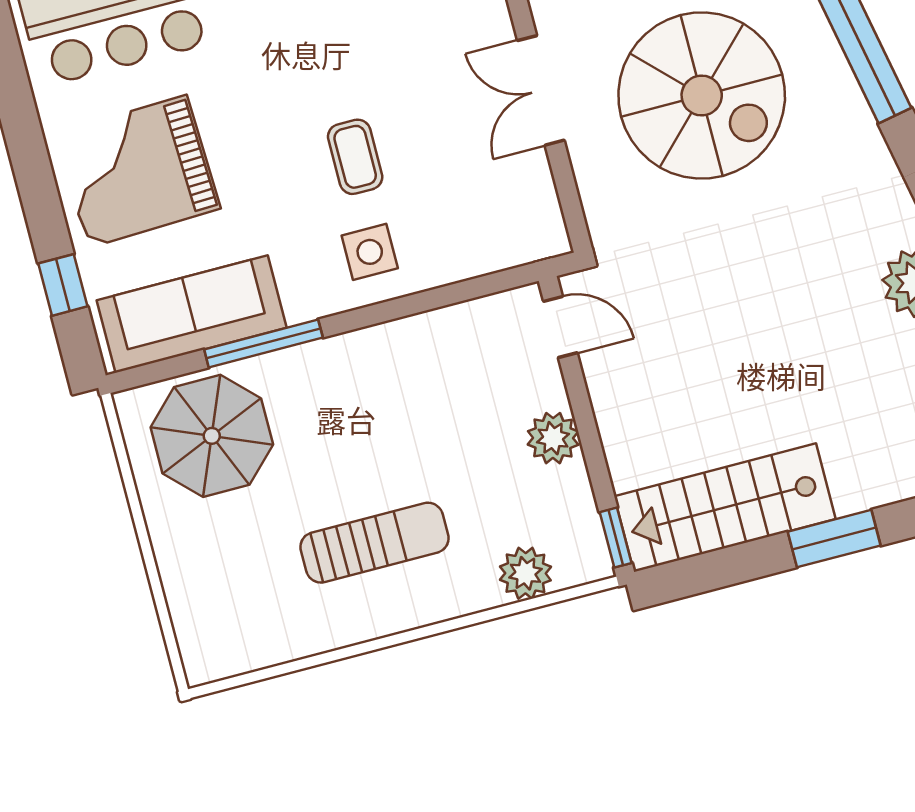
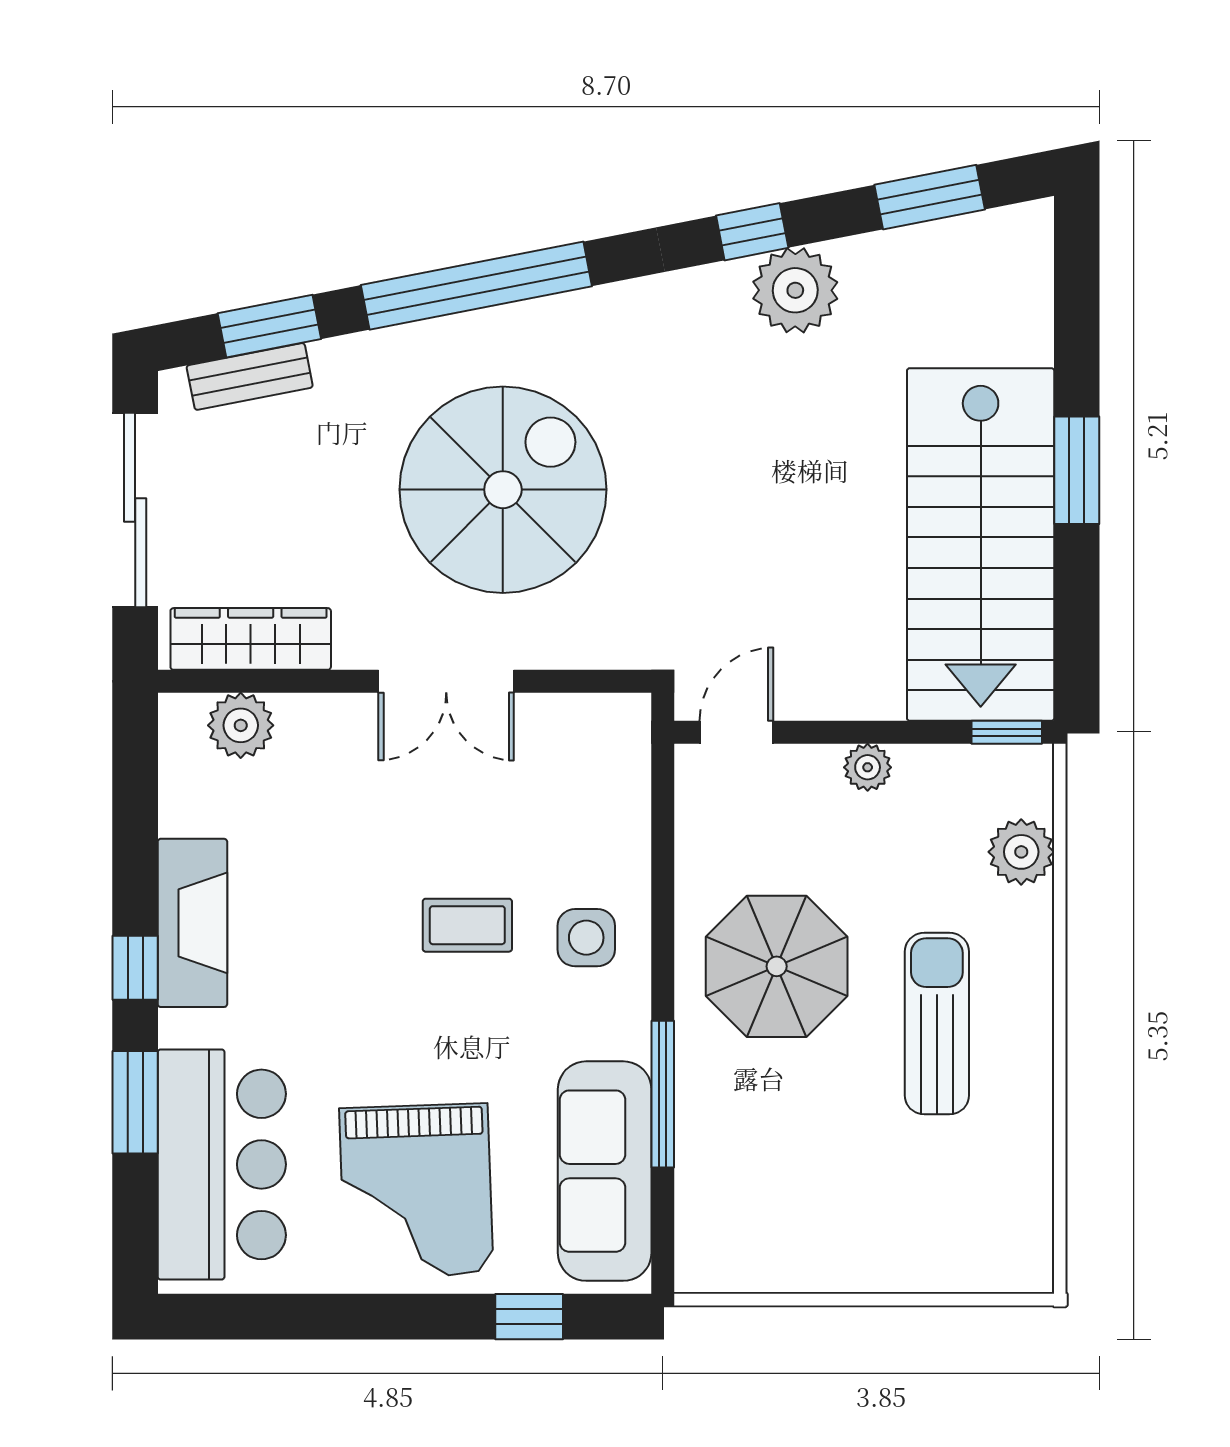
parasol: (212, 436) -> (777, 966), moved
plant: (553, 438) -> (868, 767), width x0.73, depth x0.73
stairs: (725, 508) -> (981, 544), width x1.36, depth x1.51

